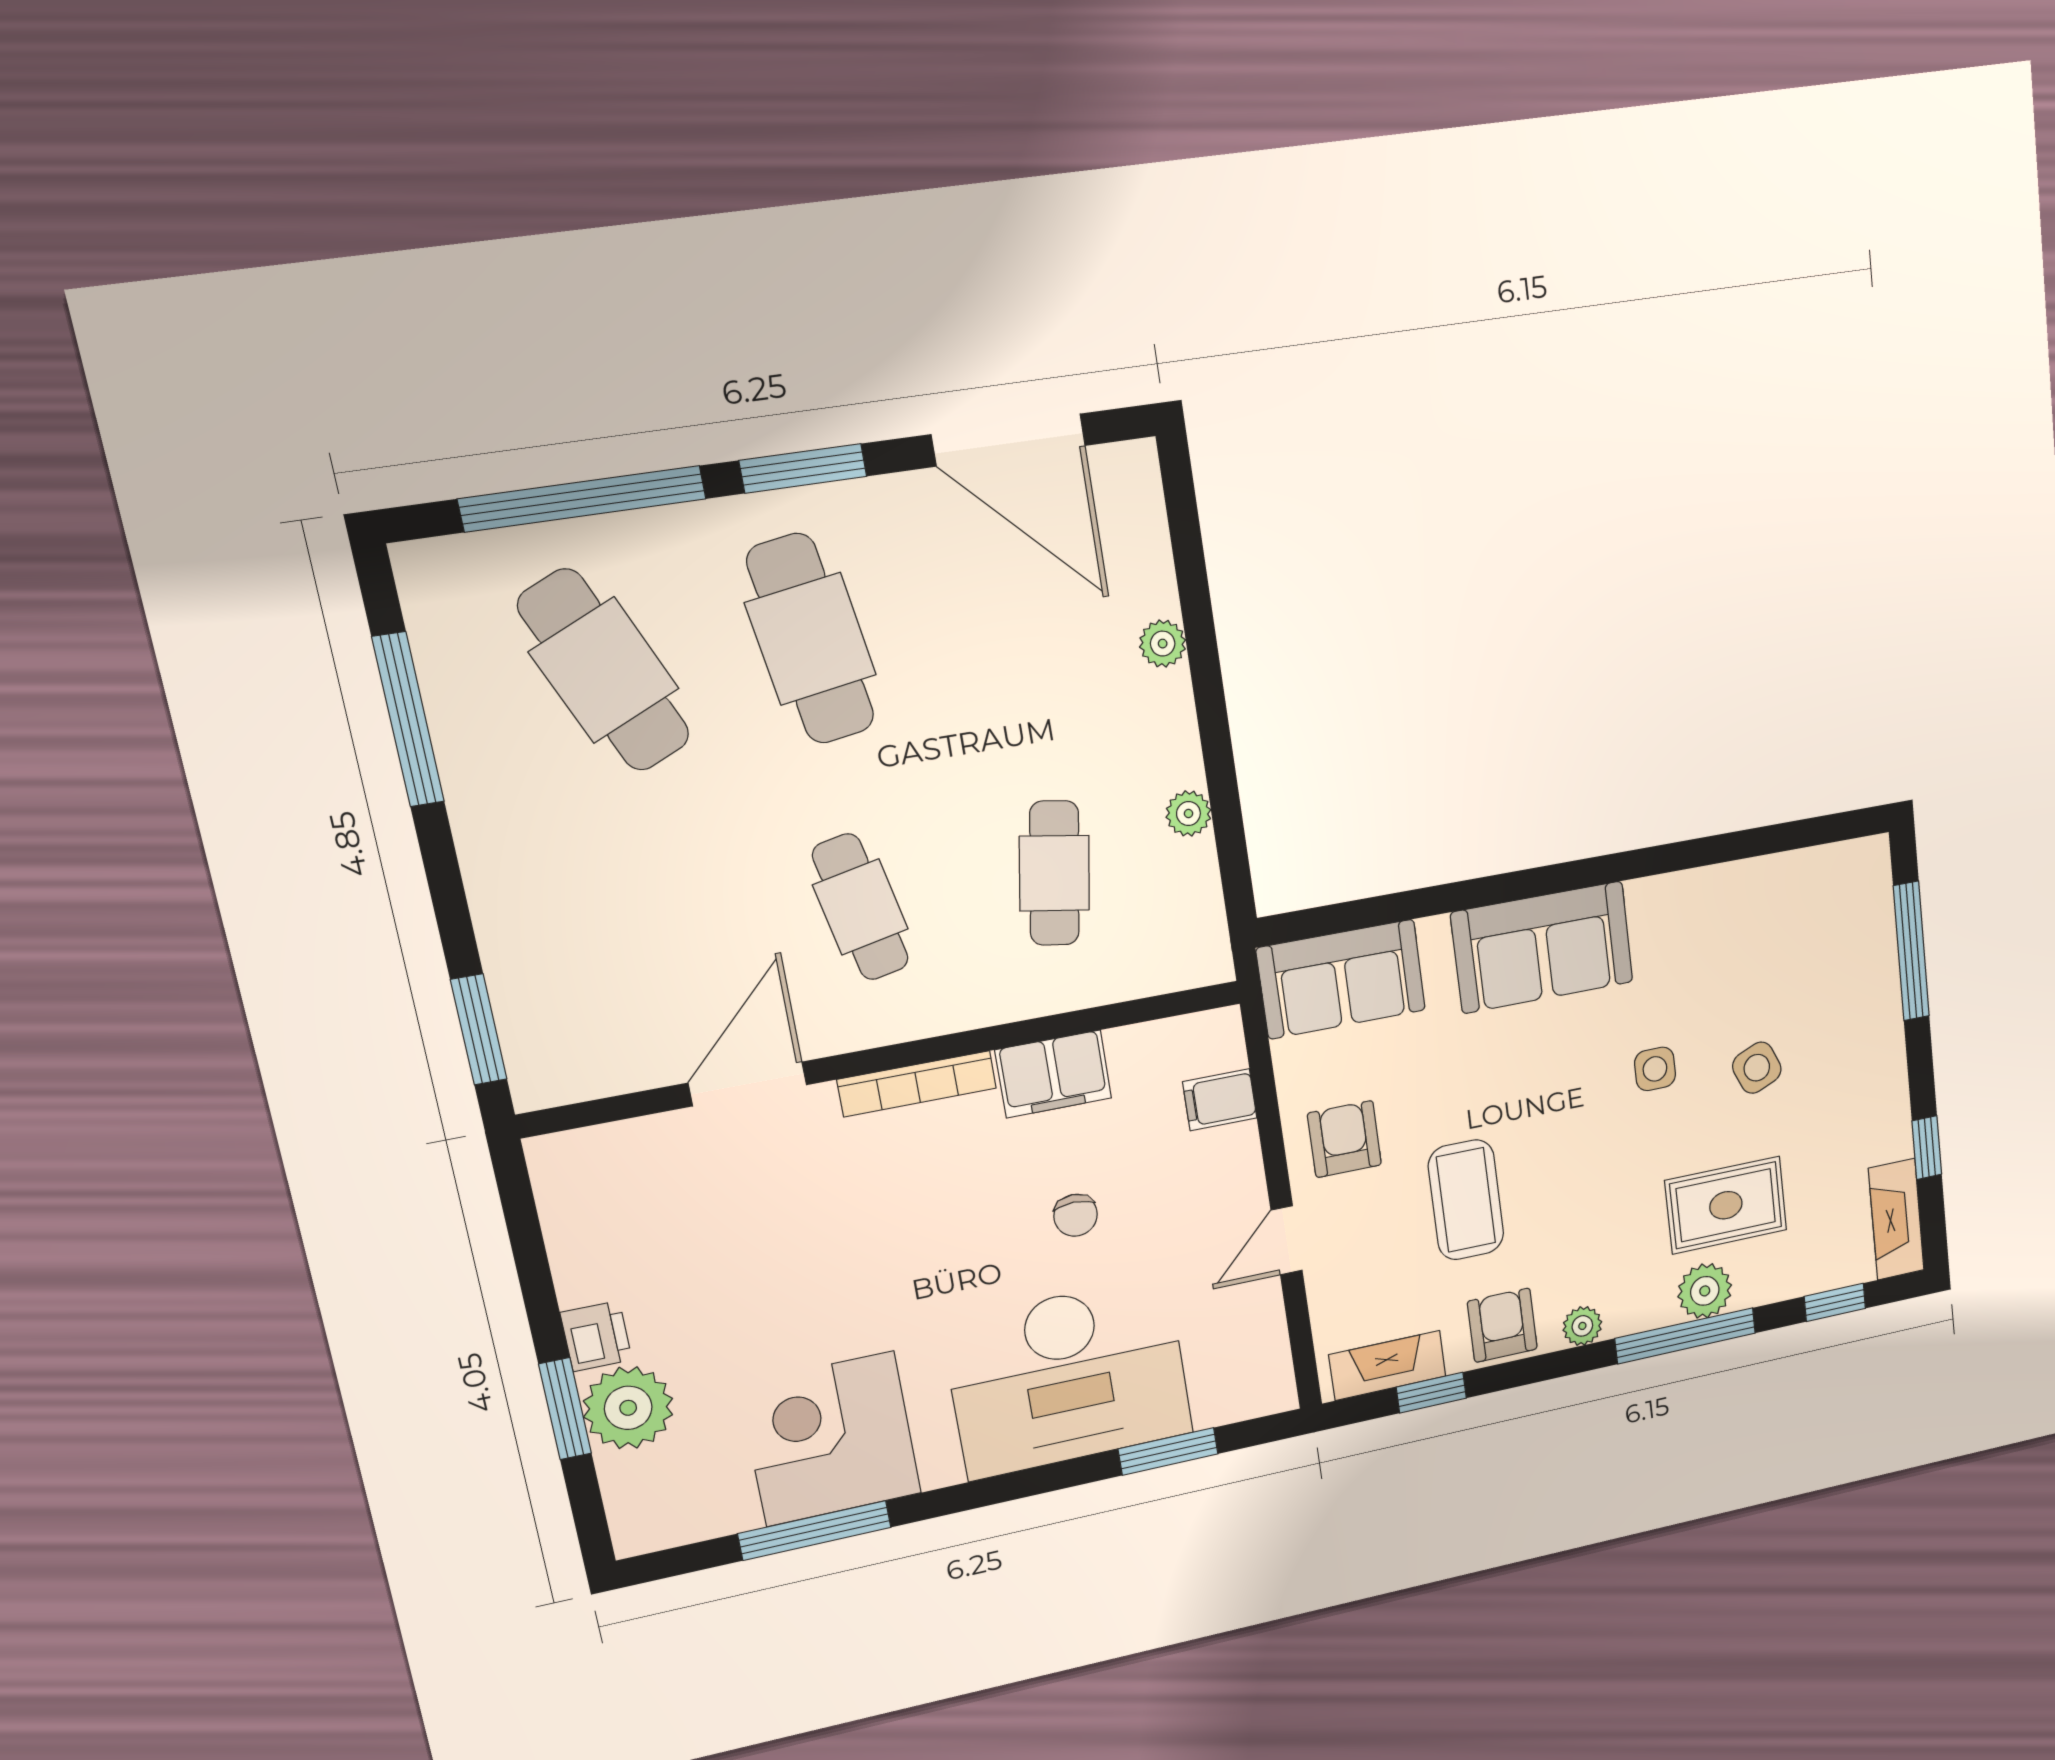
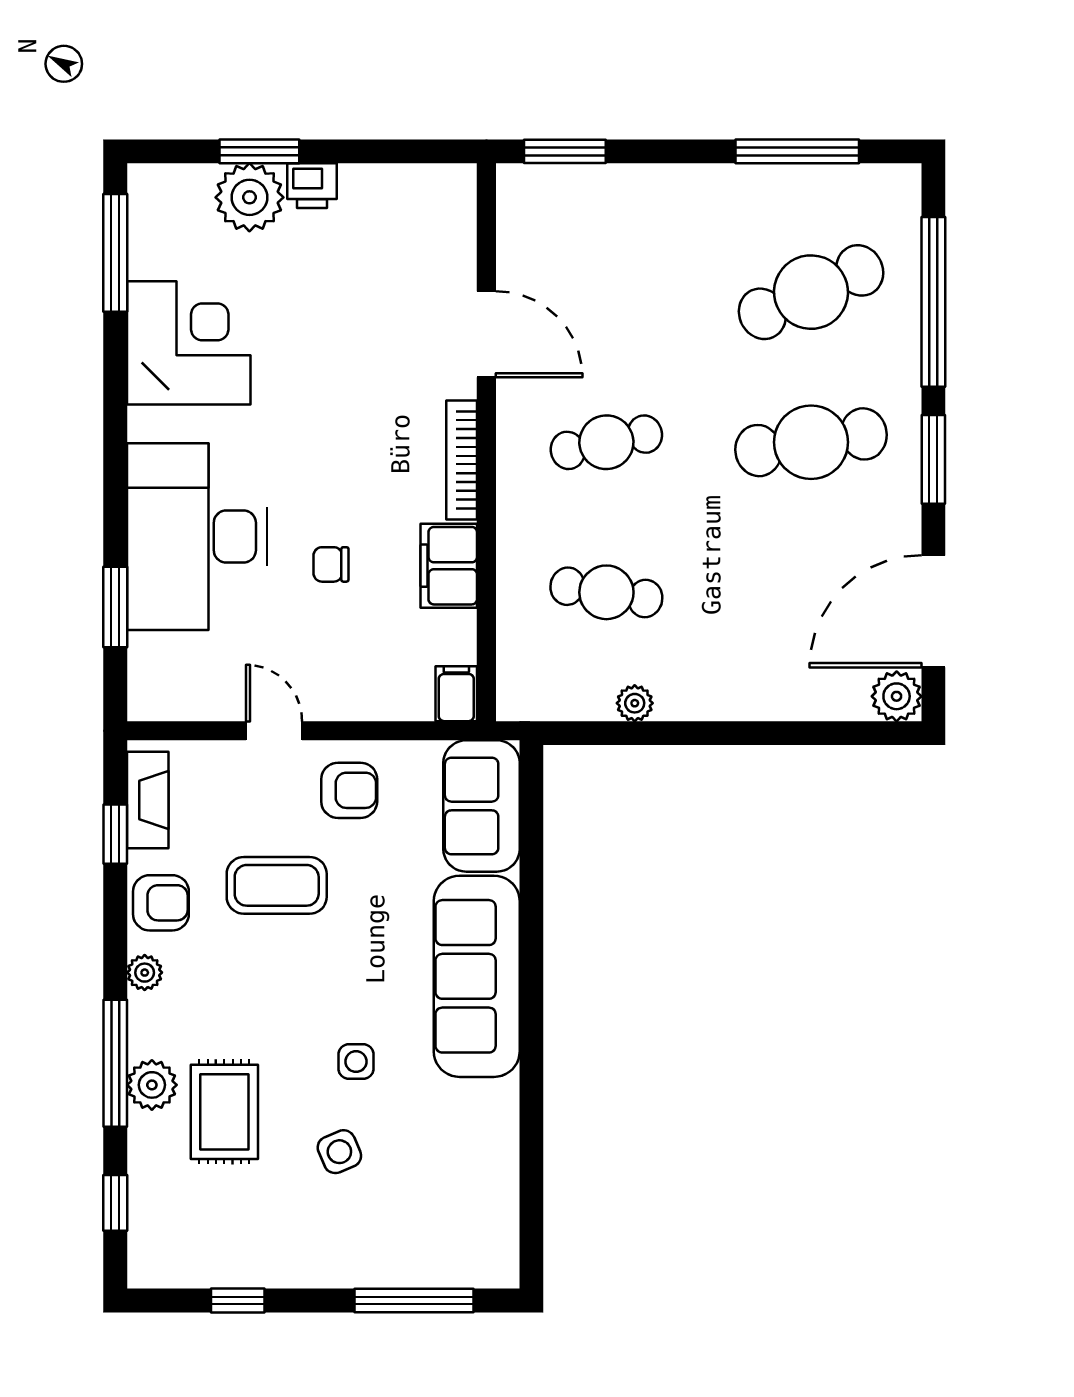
plant: (1163, 644) -> (897, 696), moved, width x1.38, depth x1.38
sofa: (1542, 947) -> (477, 976), width x1.36
filing cabinet: (1220, 1100) -> (456, 694), moved
fireplace: (1896, 1219) -> (179, 1267), removed
window: (815, 1530) -> (115, 253), moved

